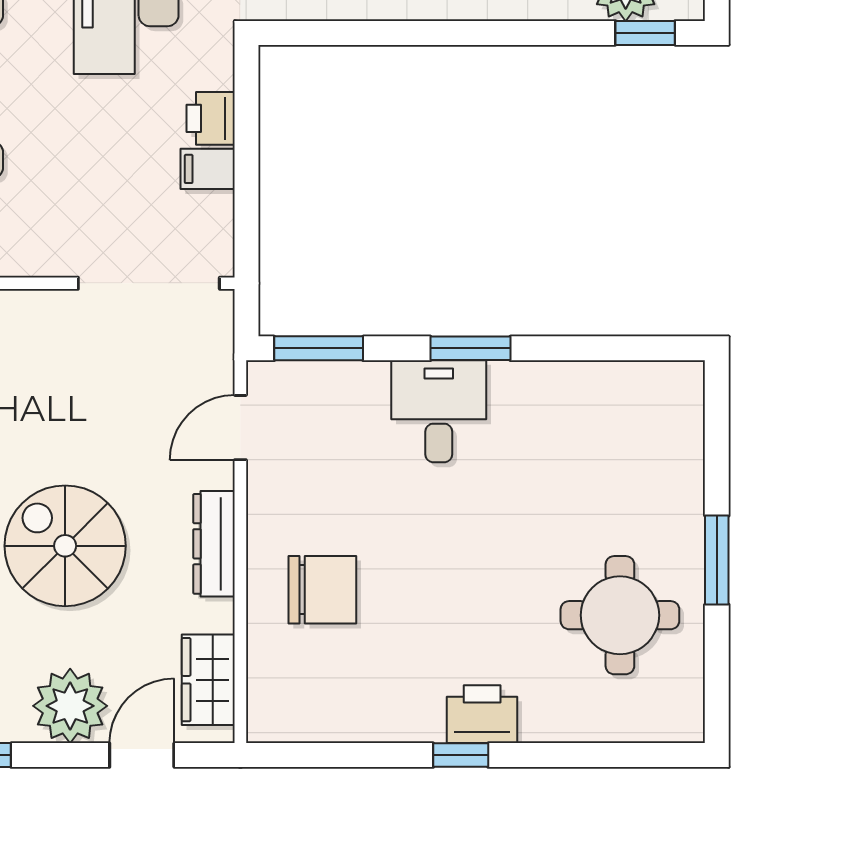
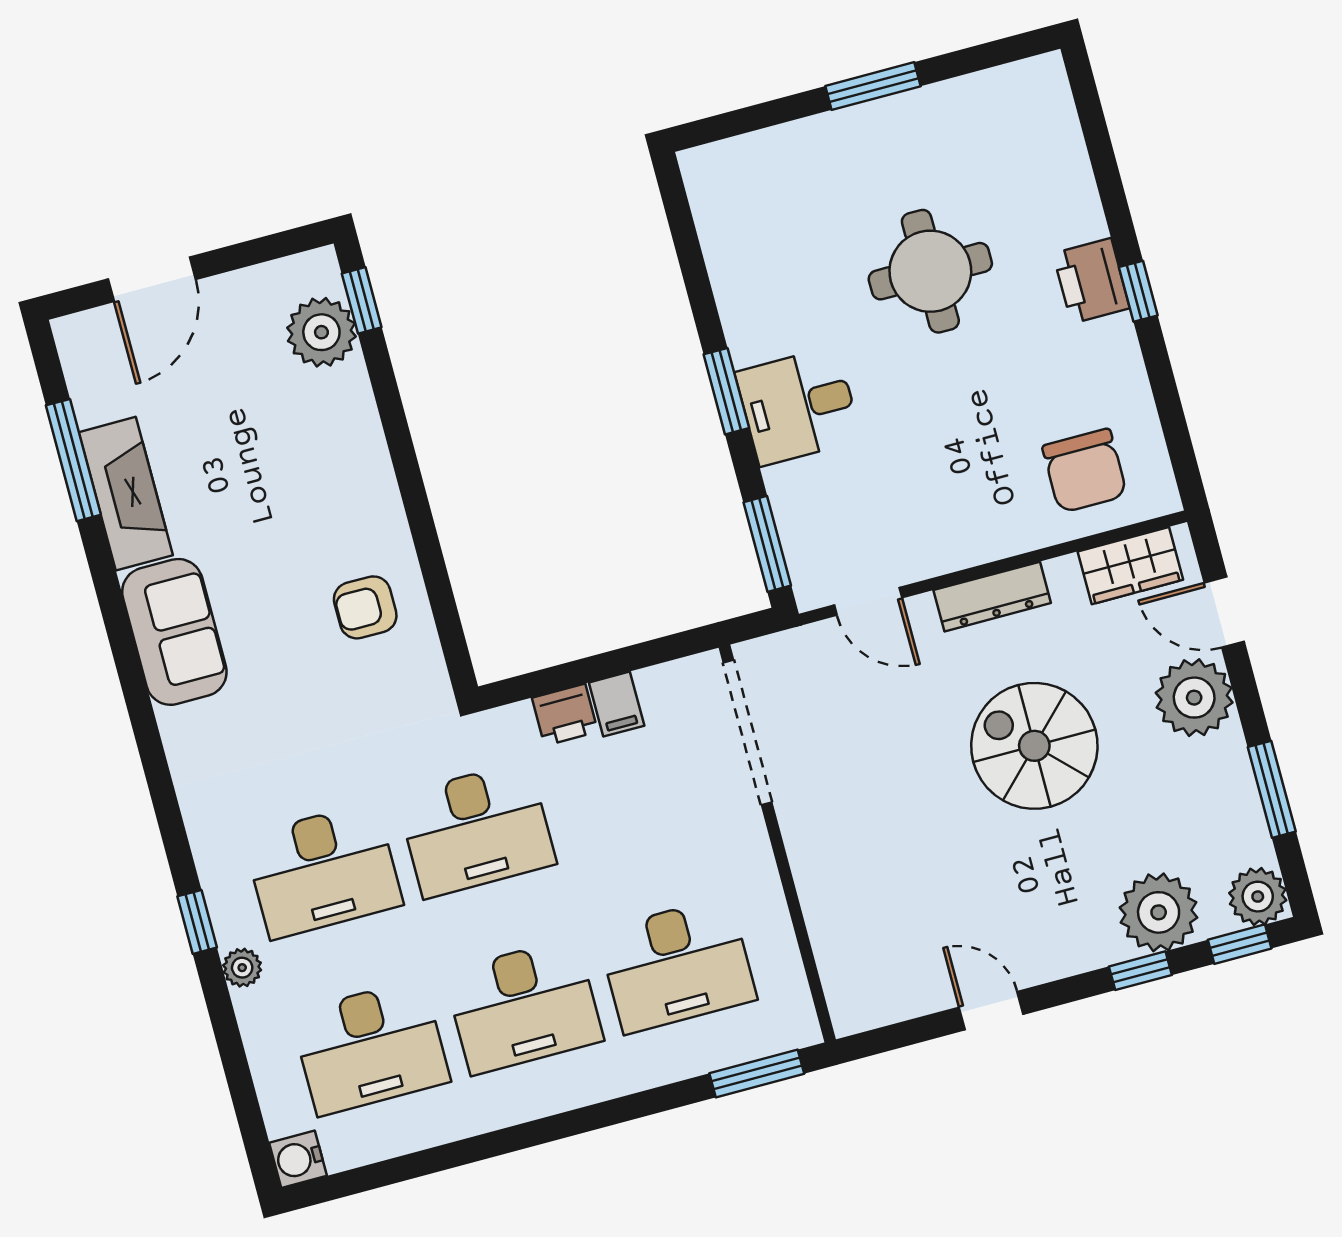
spiral stairs: (65, 546) -> (1034, 746), turned 90
chair: (322, 590) -> (1085, 471), moved, turned 180
round table: (620, 615) -> (930, 271), moved

